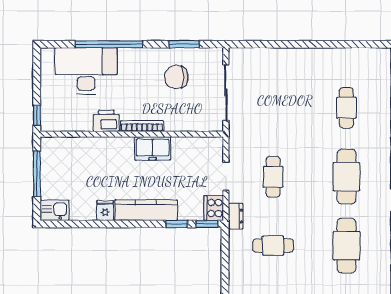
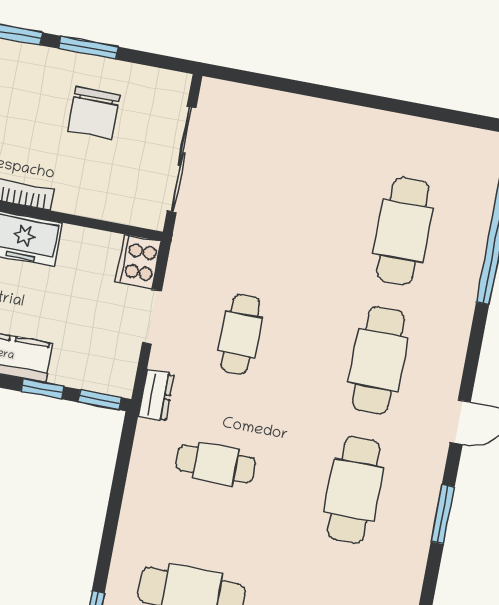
window: (184, 44) -> (88, 48), moved
chair: (176, 77) -> (94, 113), turned -90
cafe table: (346, 108) -> (403, 231), width x1.37, depth x1.35
cooker: (214, 208) -> (138, 261), moved

